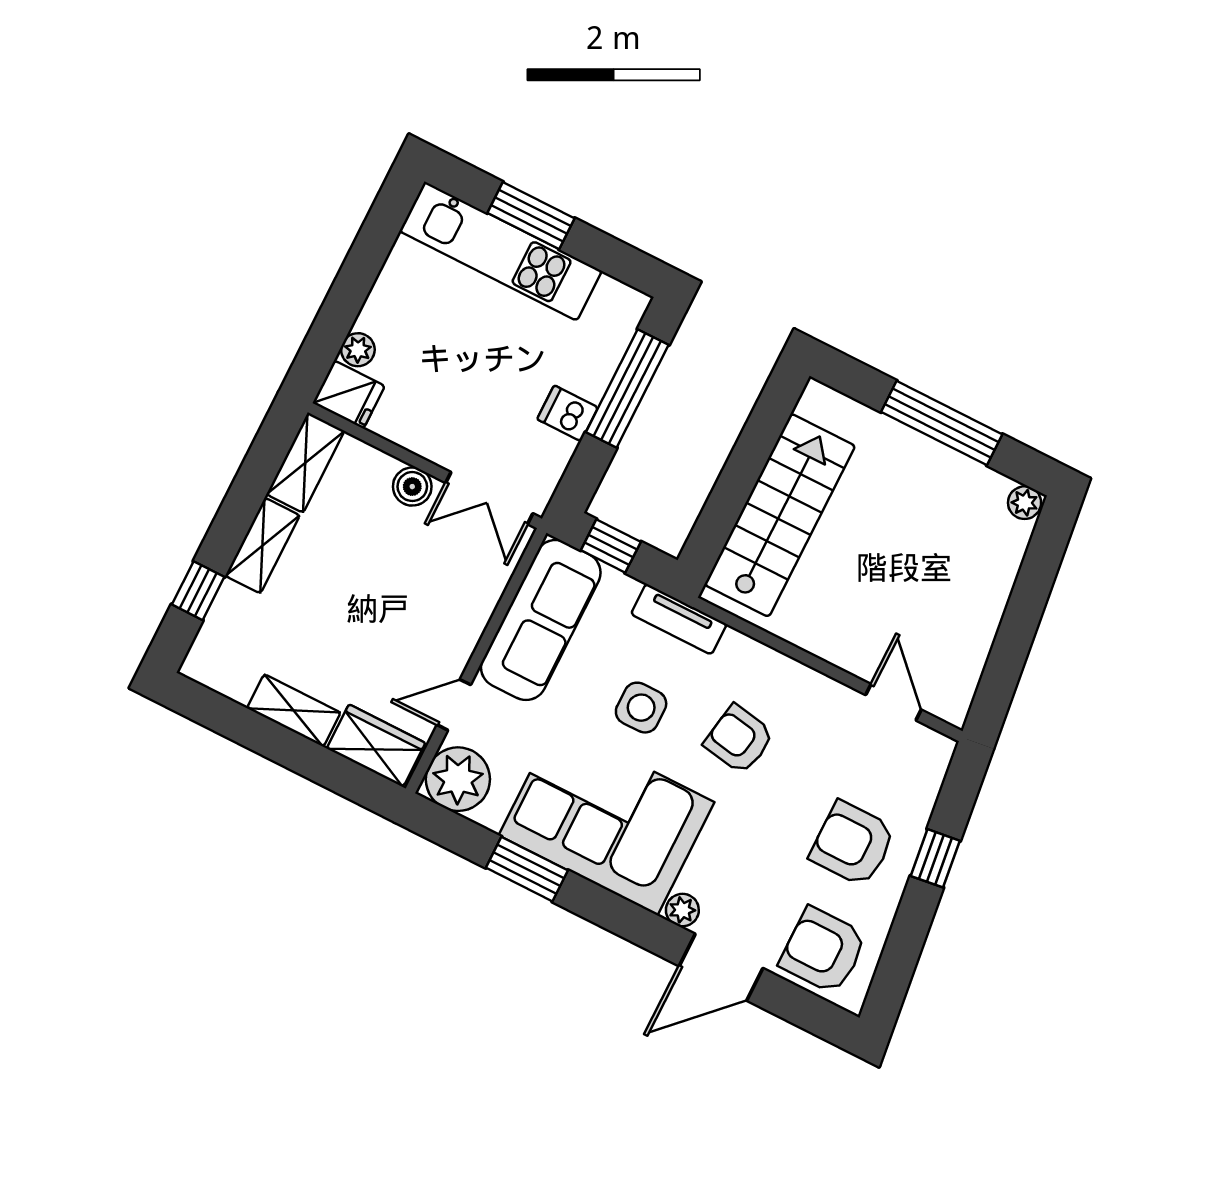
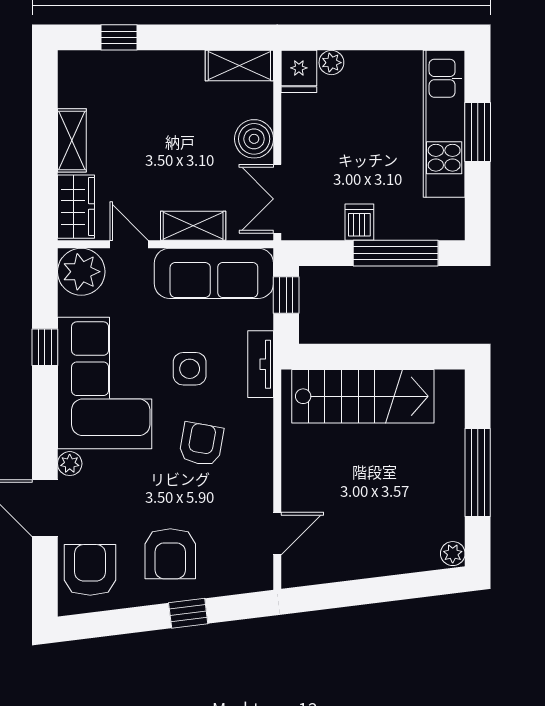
boiler: (412, 487) -> (254, 139), width x1.36, depth x1.36
shelving: (262, 546) -> (193, 226), moved
armchair: (853, 844) -> (170, 554), turned 180
window: (527, 869) -> (45, 347), width x0.67

